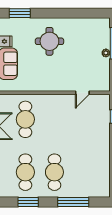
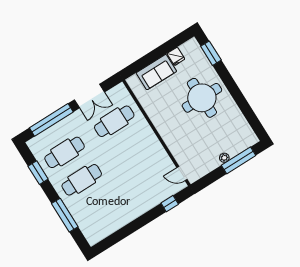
round table: (49, 41) -> (202, 98), width x1.36, depth x1.36
door: (82, 93) -> (182, 174), moved

